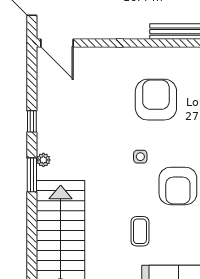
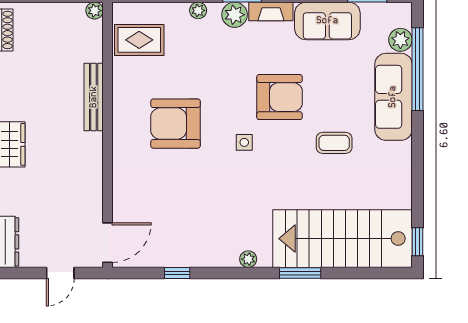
window: (32, 121) -> (177, 273), moved
window: (32, 175) -> (300, 273), moved

